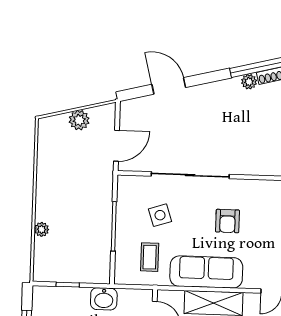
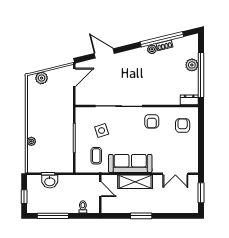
plant: (79, 120) -> (42, 78), moved
door: (116, 146) -> (74, 77), moved
armchair: (227, 221) -> (152, 121), moved
washbasin: (104, 299) -> (50, 181), moved

